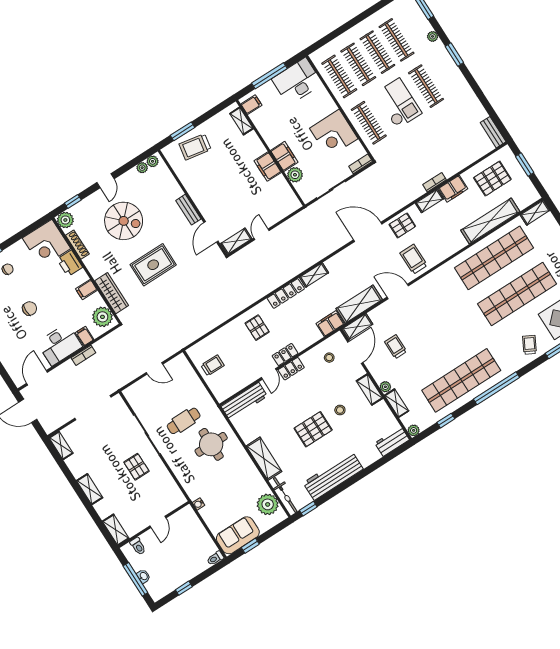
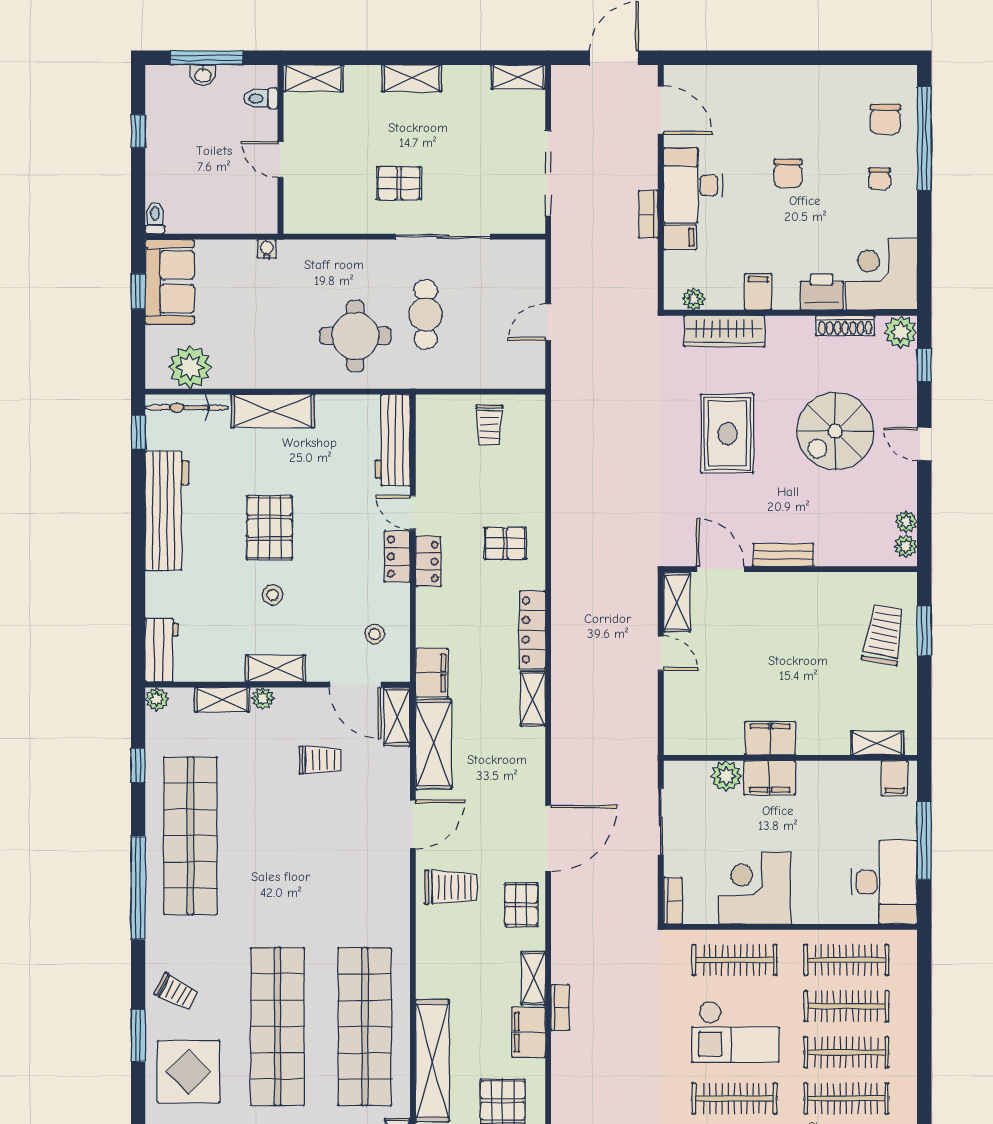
plant: (102, 317) -> (694, 299), width x0.53, depth x0.53

